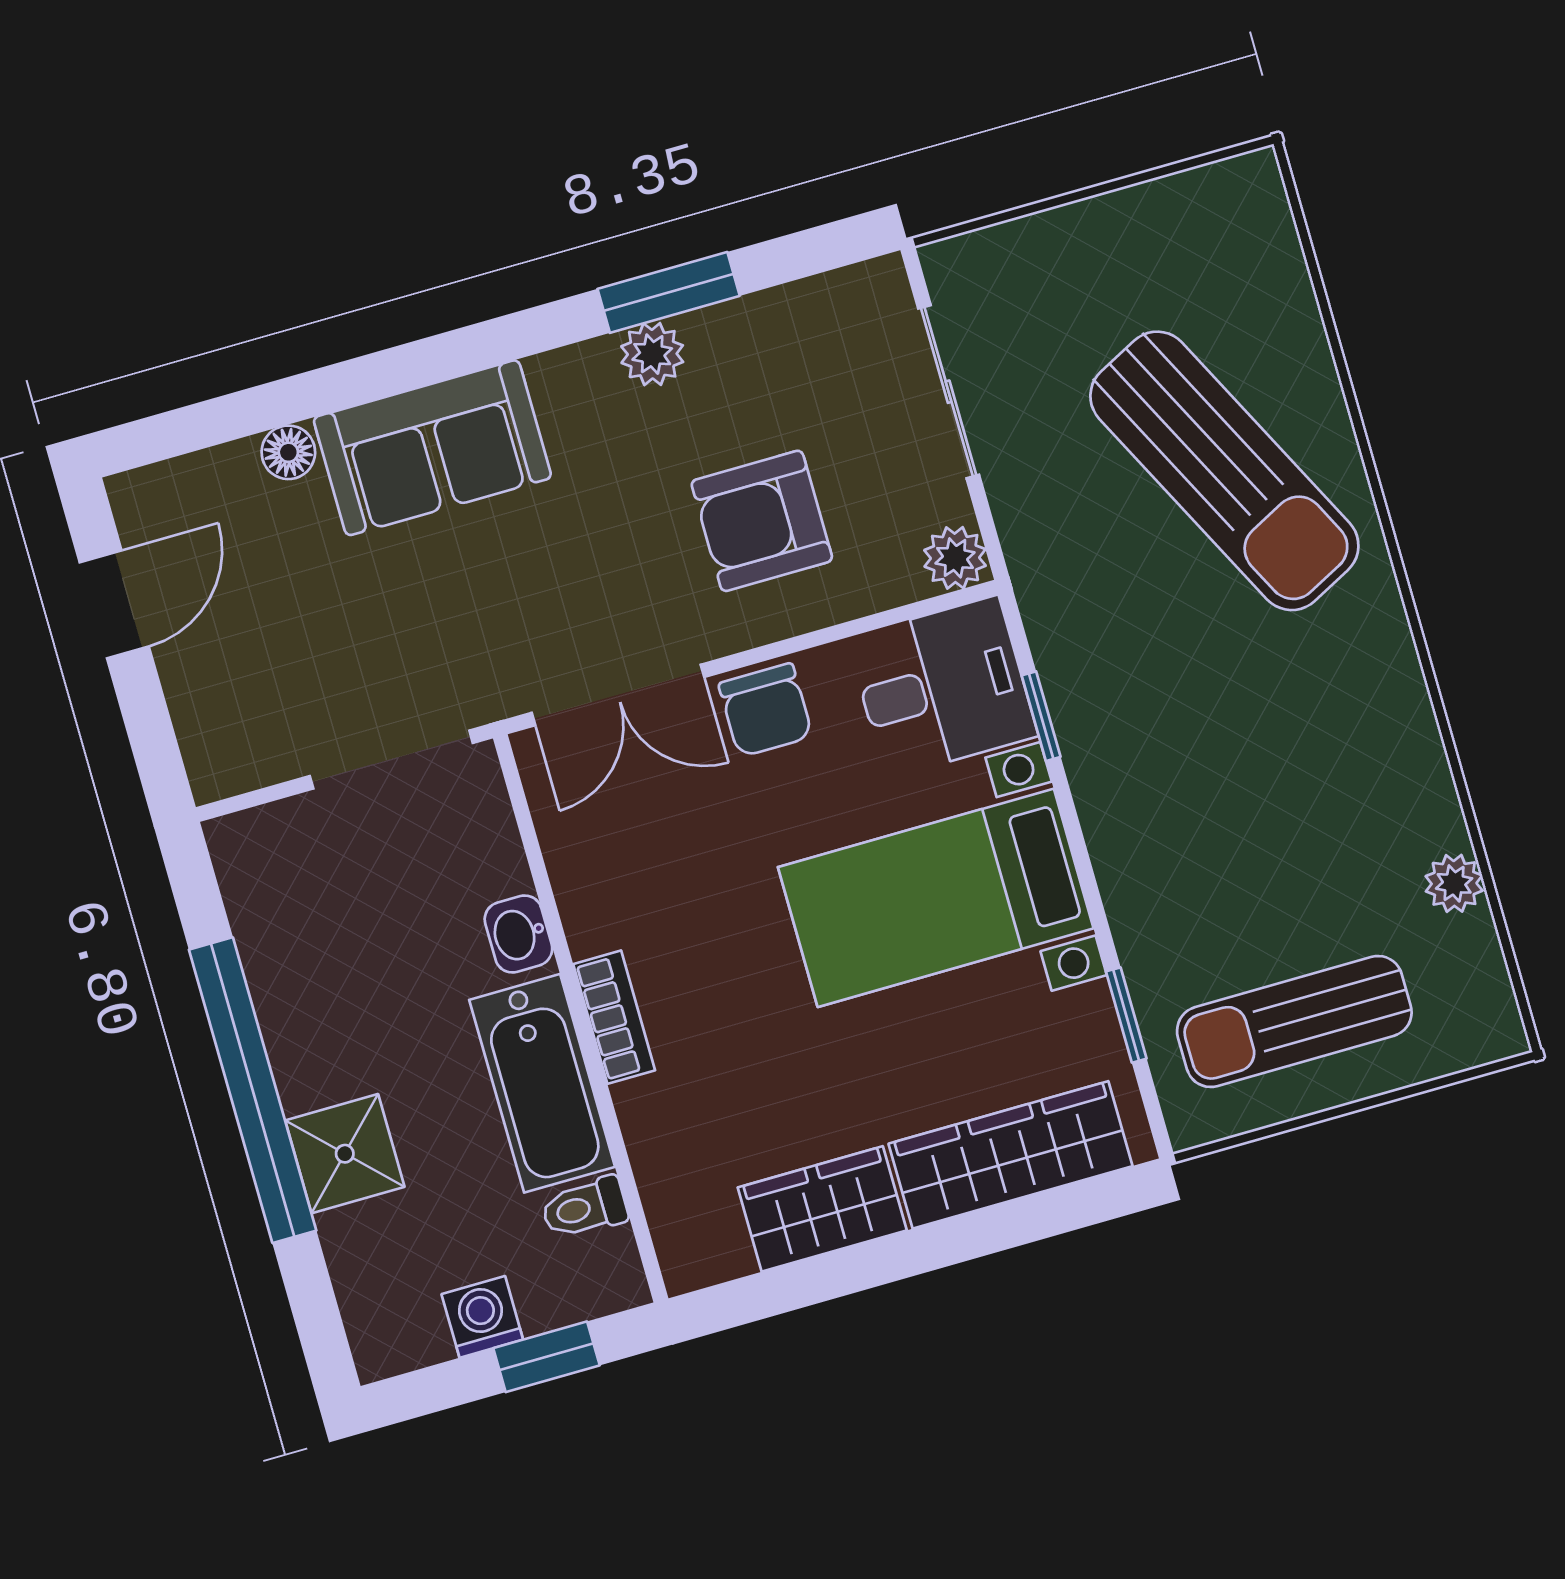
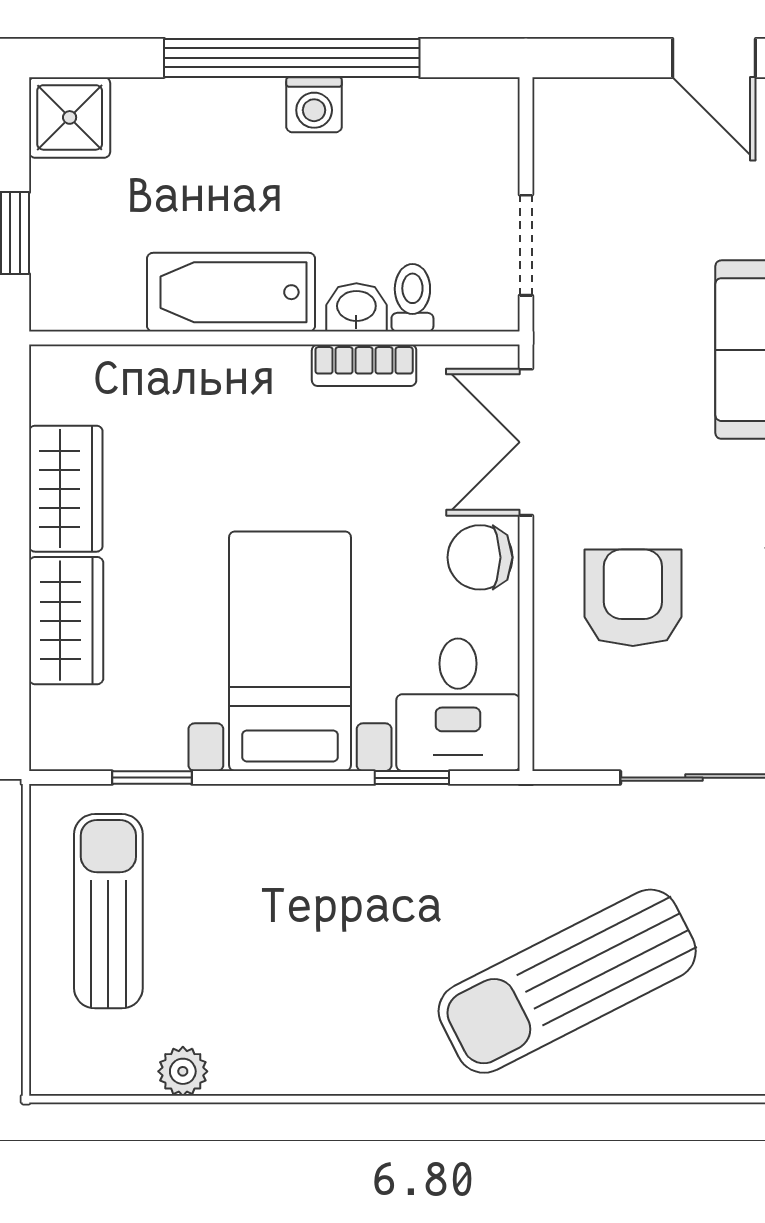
plant: (955, 558) -> (559, 745), removed
doorway: (391, 759) -> (526, 245), width x0.73
bookcase: (614, 1017) -> (364, 365), moved
shower: (345, 1154) -> (70, 117), moved
wardrobe: (1011, 1155) -> (66, 621), width x0.67
toilet: (584, 1208) -> (412, 298), moved
washing machine: (482, 1317) -> (314, 105), moved, turned 90

